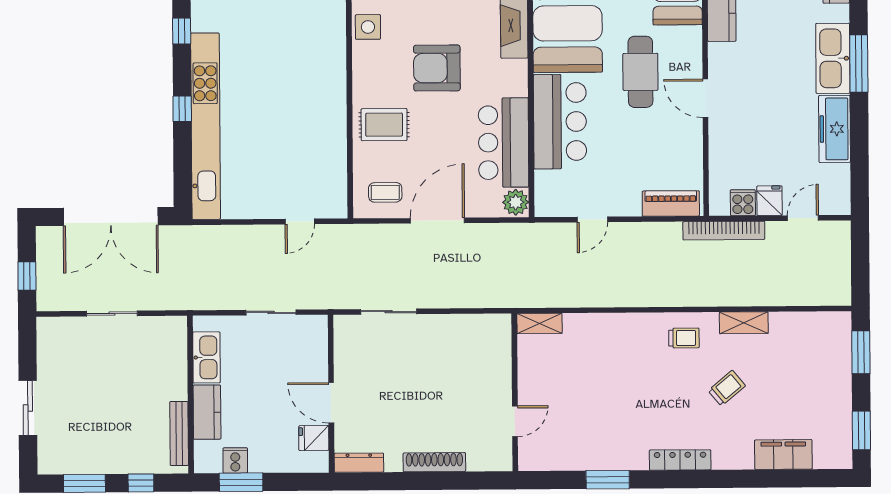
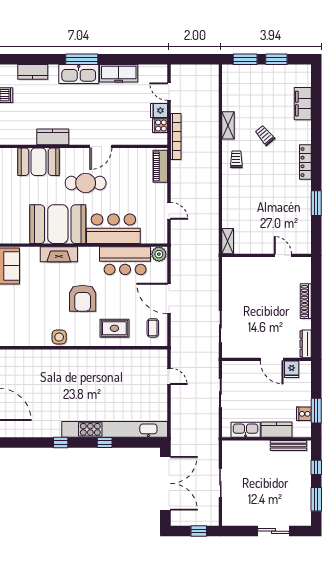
rug: (384, 125) -> (114, 328), turned 90
door: (331, 403) -> (272, 359), hinge flipped
window: (861, 430) -> (276, 59), moved

